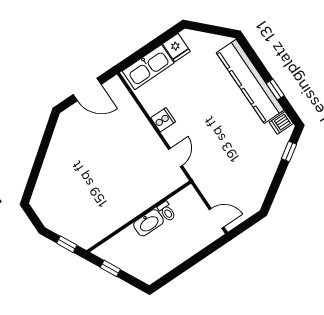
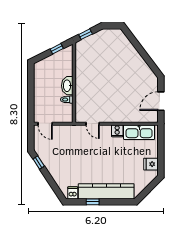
kitchen sink: (148, 67) -> (139, 132), moved, turned -90
window: (289, 152) -> (39, 162), moved
door: (217, 218) -> (45, 124), hinge flipped

